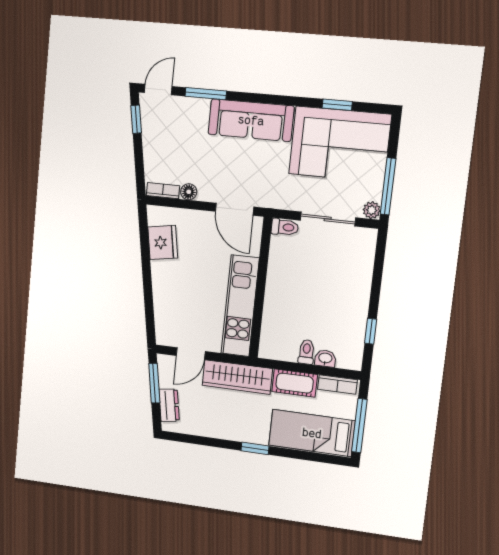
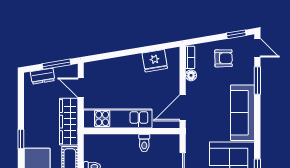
armchair: (169, 141) -> (223, 58), added
toilet: (285, 227) -> (144, 143), moved

